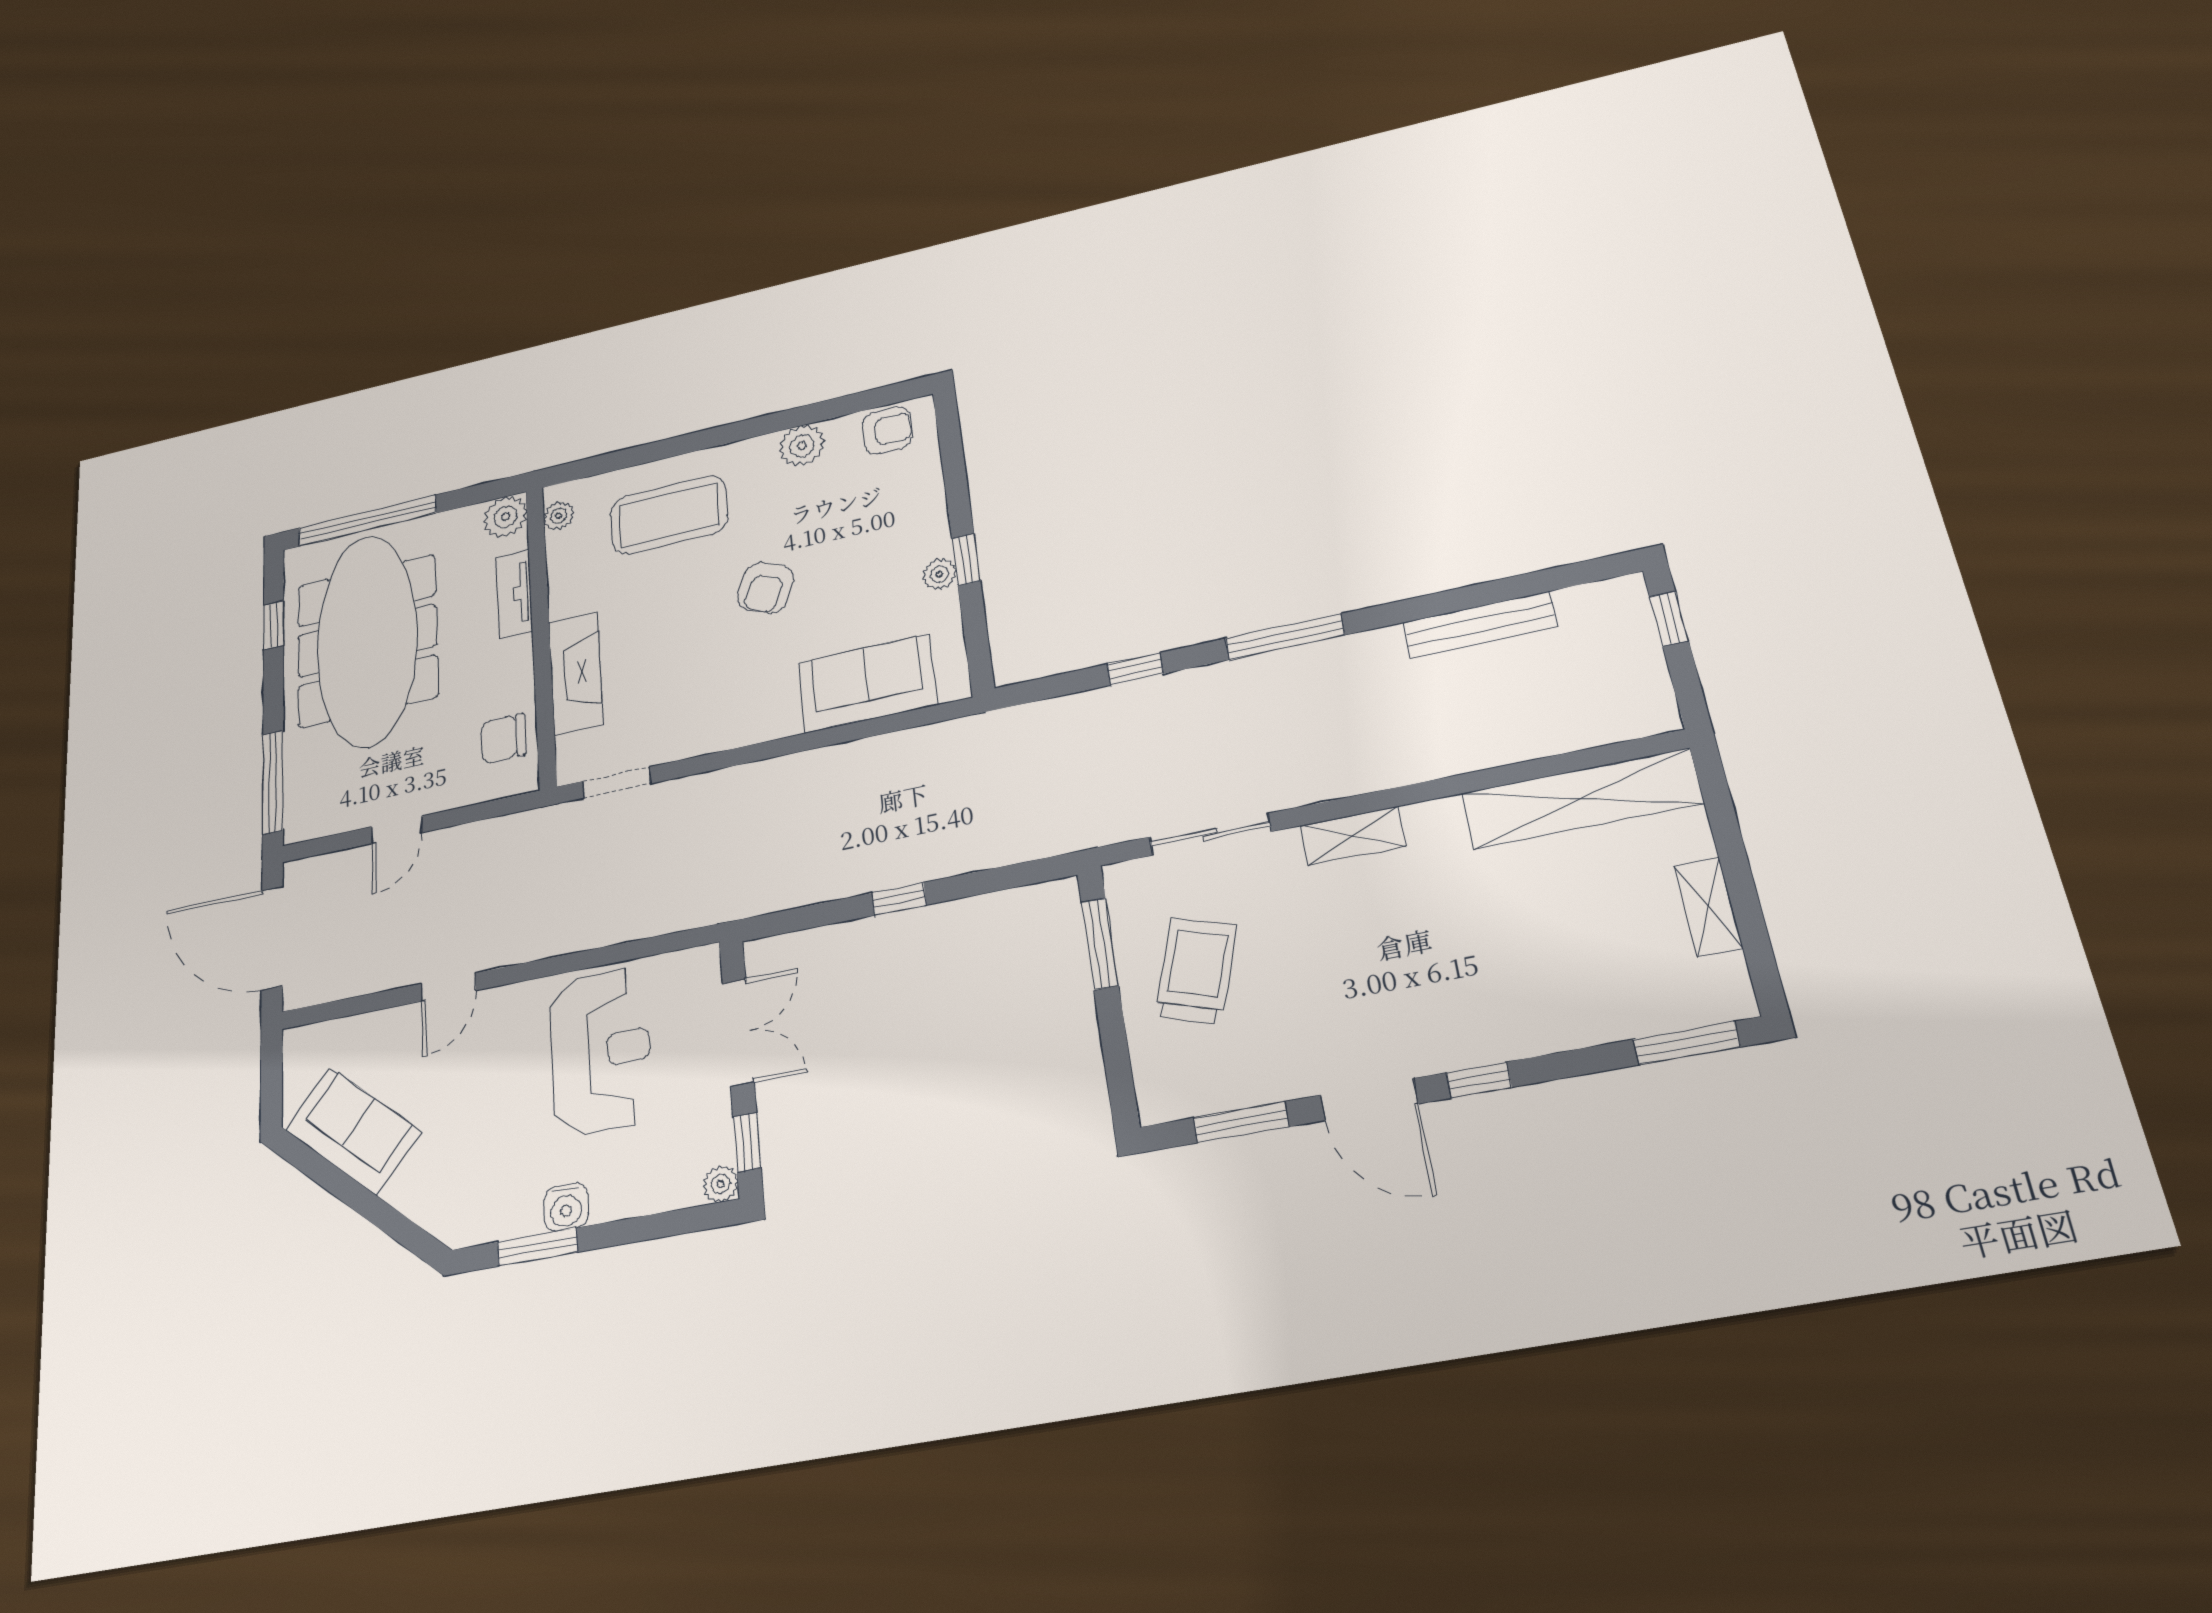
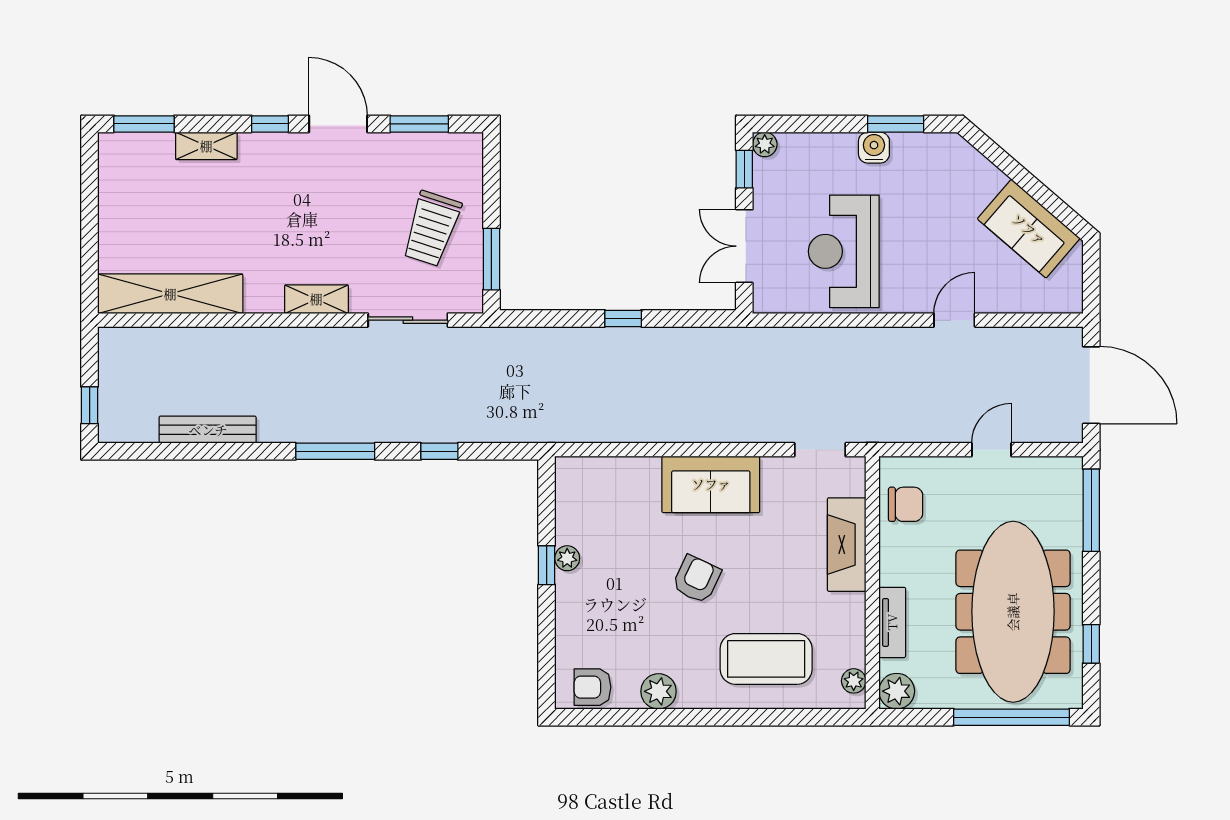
sofa: (868, 684) -> (711, 484), moved
shelving: (1708, 907) -> (206, 146), moved, turned 90

